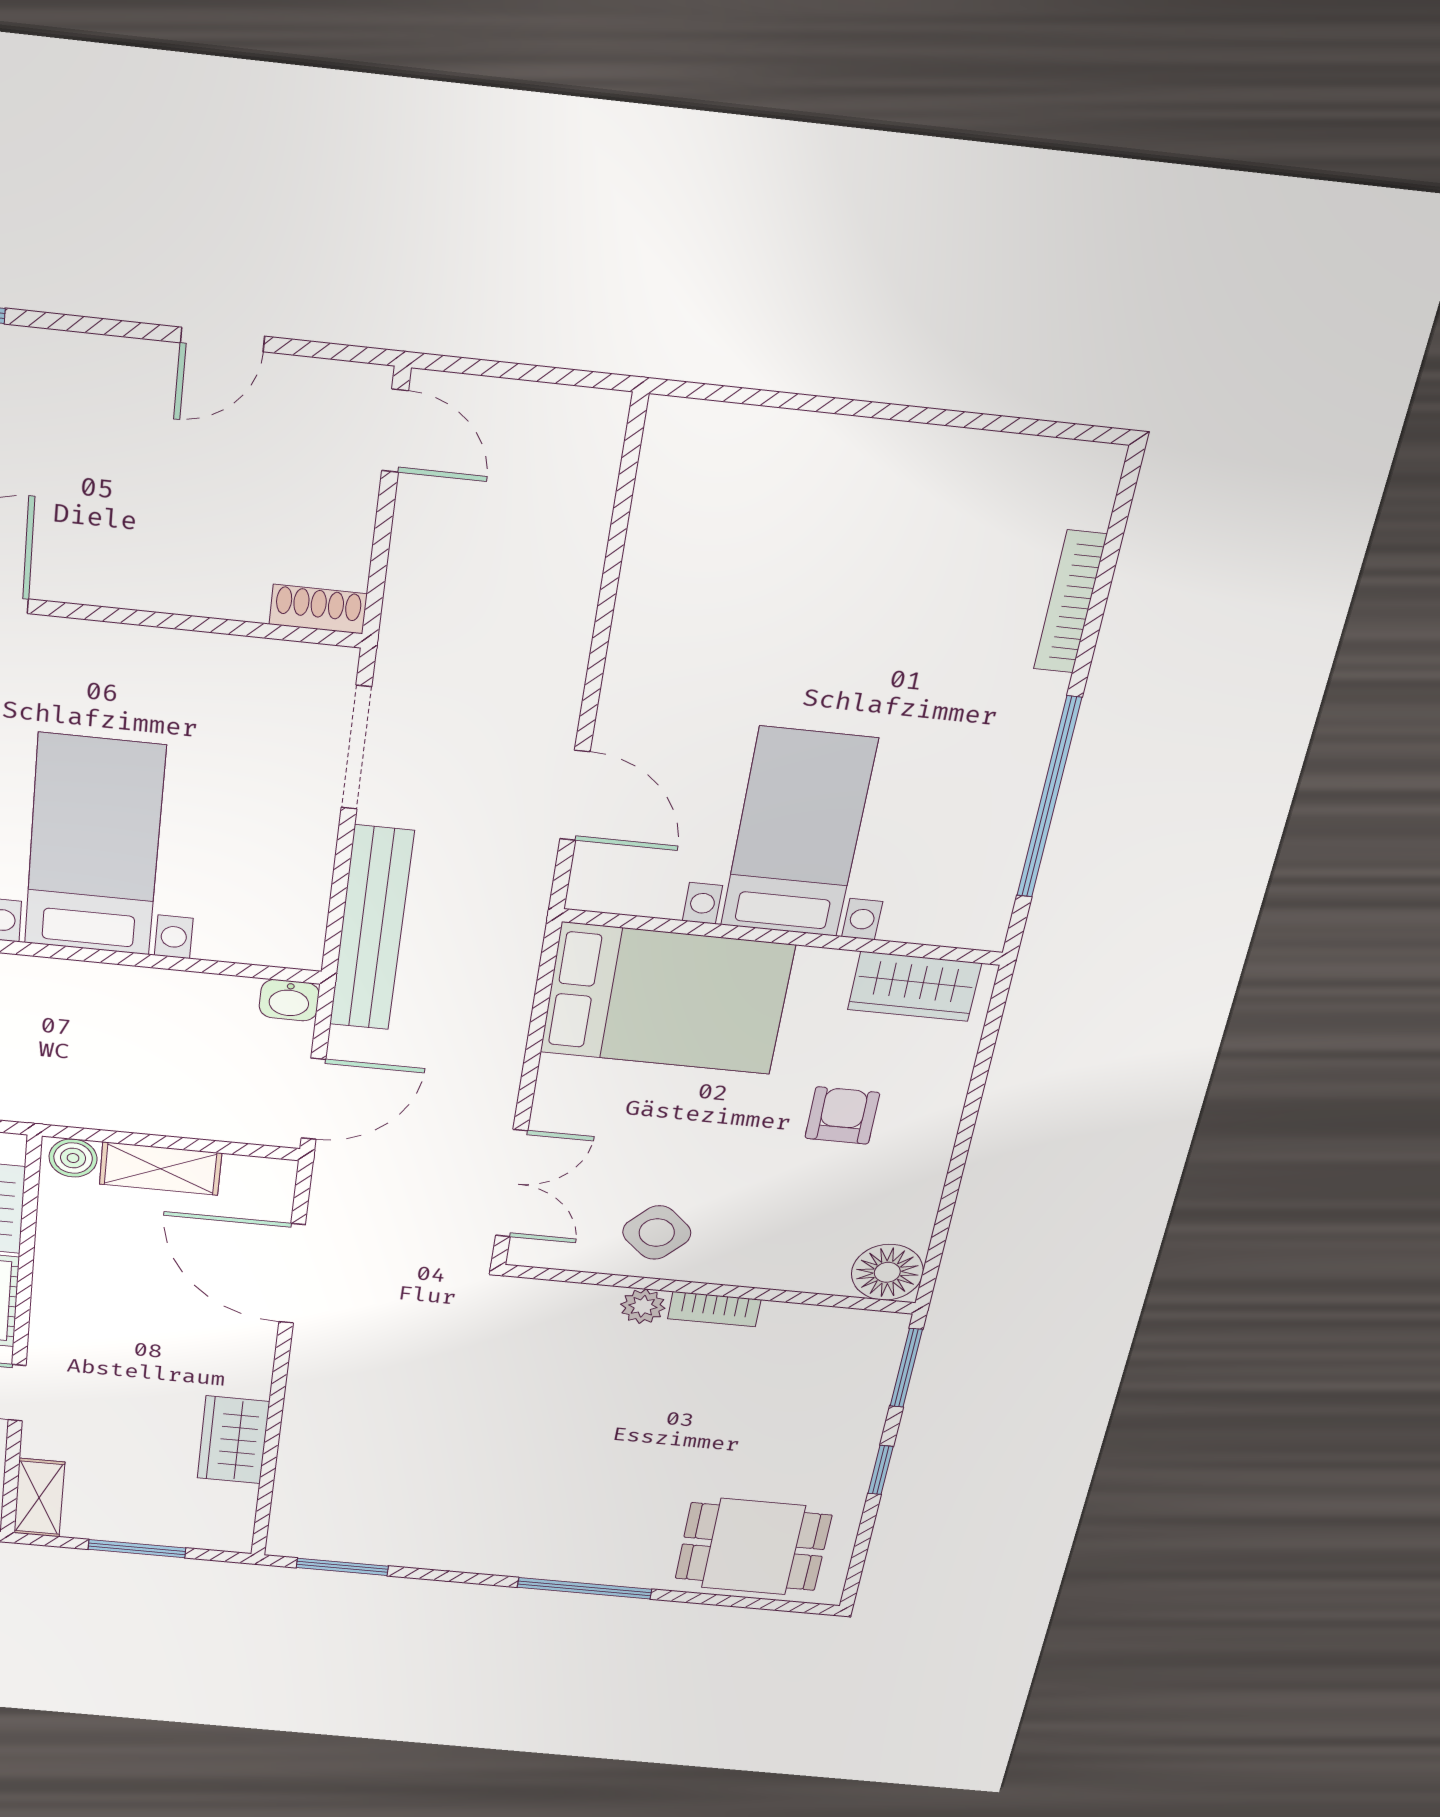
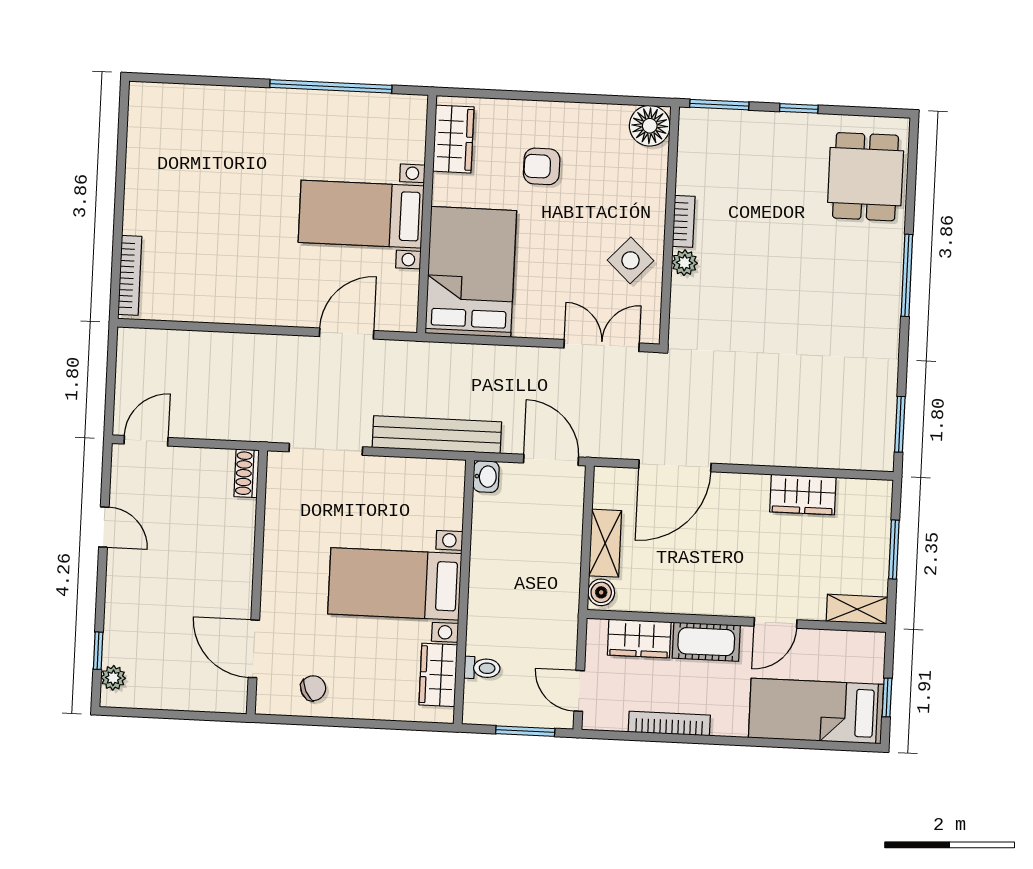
bookcase: (1070, 602) -> (130, 275), moved, turned -90

